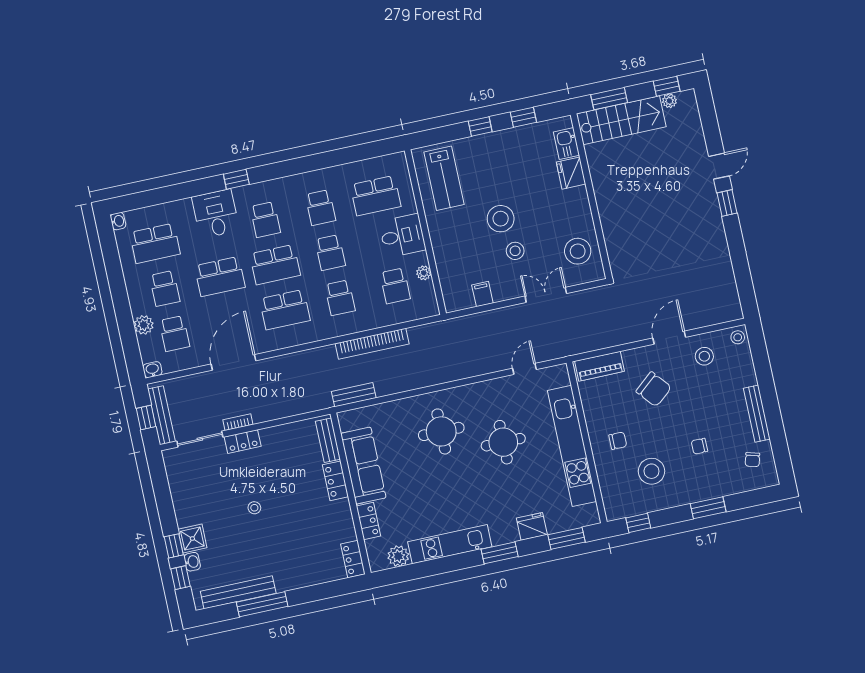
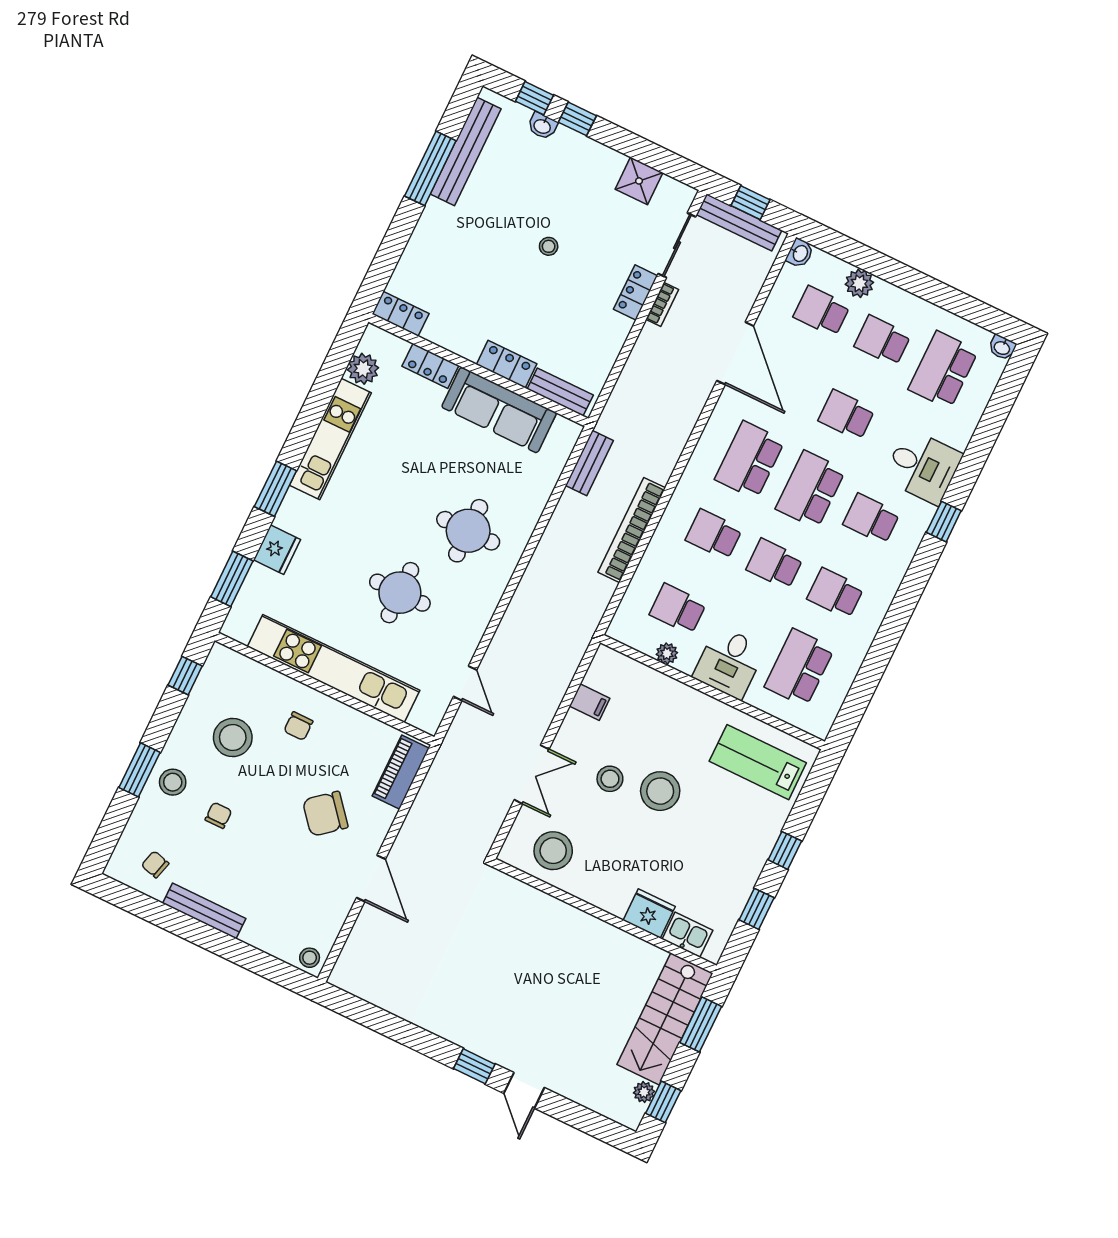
school desk: (220, 276) -> (846, 415), width x0.54
stool: (704, 356) -> (173, 782), moved
shower: (192, 539) -> (639, 181), moved

